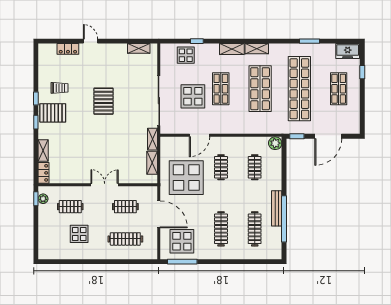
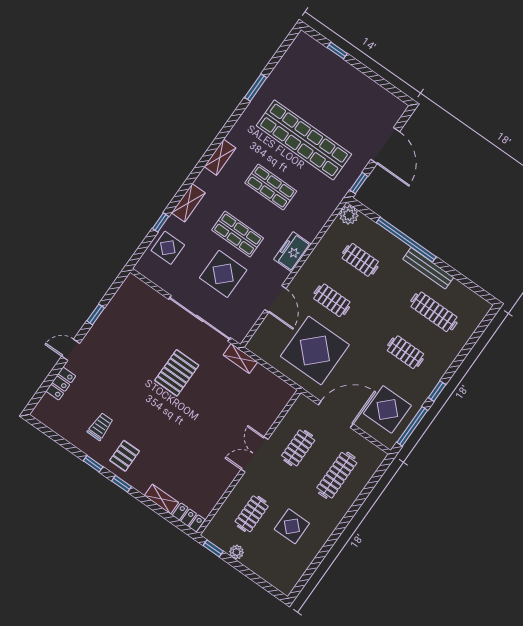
window: (120, 41) -> (96, 314), added
shelving: (139, 48) -> (120, 298), removed
shelving: (232, 49) -> (188, 203), moved
freezer: (348, 51) -> (292, 252), moved, turned 180
shop shelf: (260, 89) -> (271, 187), width x0.70, depth x0.74
shop shelf: (339, 89) -> (337, 93), removed
pallet: (104, 101) -> (177, 373), moved, turned 90
pallet: (53, 113) -> (125, 456), width x0.67, depth x0.71
shelving: (152, 163) -> (268, 379), removed
plant: (43, 199) -> (237, 552), moved
window: (284, 219) -> (406, 240), moved
clothes rail: (221, 229) -> (405, 352), width x0.73
window: (212, 262) -> (437, 391), added

